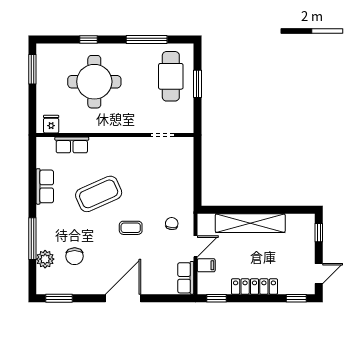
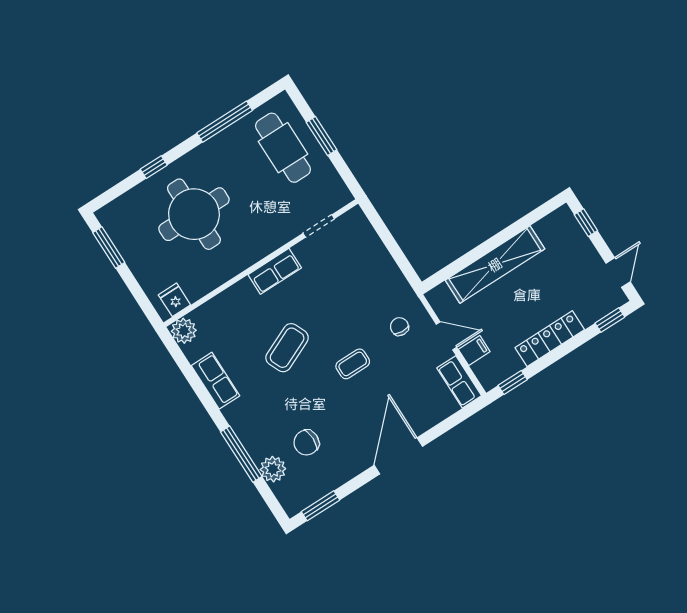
row of seats: (72, 145) -> (275, 271), moved
plant: (45, 146) -> (184, 331), added
coffee table: (99, 194) -> (287, 348), width x0.73, depth x0.76
door: (196, 246) -> (446, 336), hinge flipped
chair: (75, 256) -> (306, 443), turned 90

